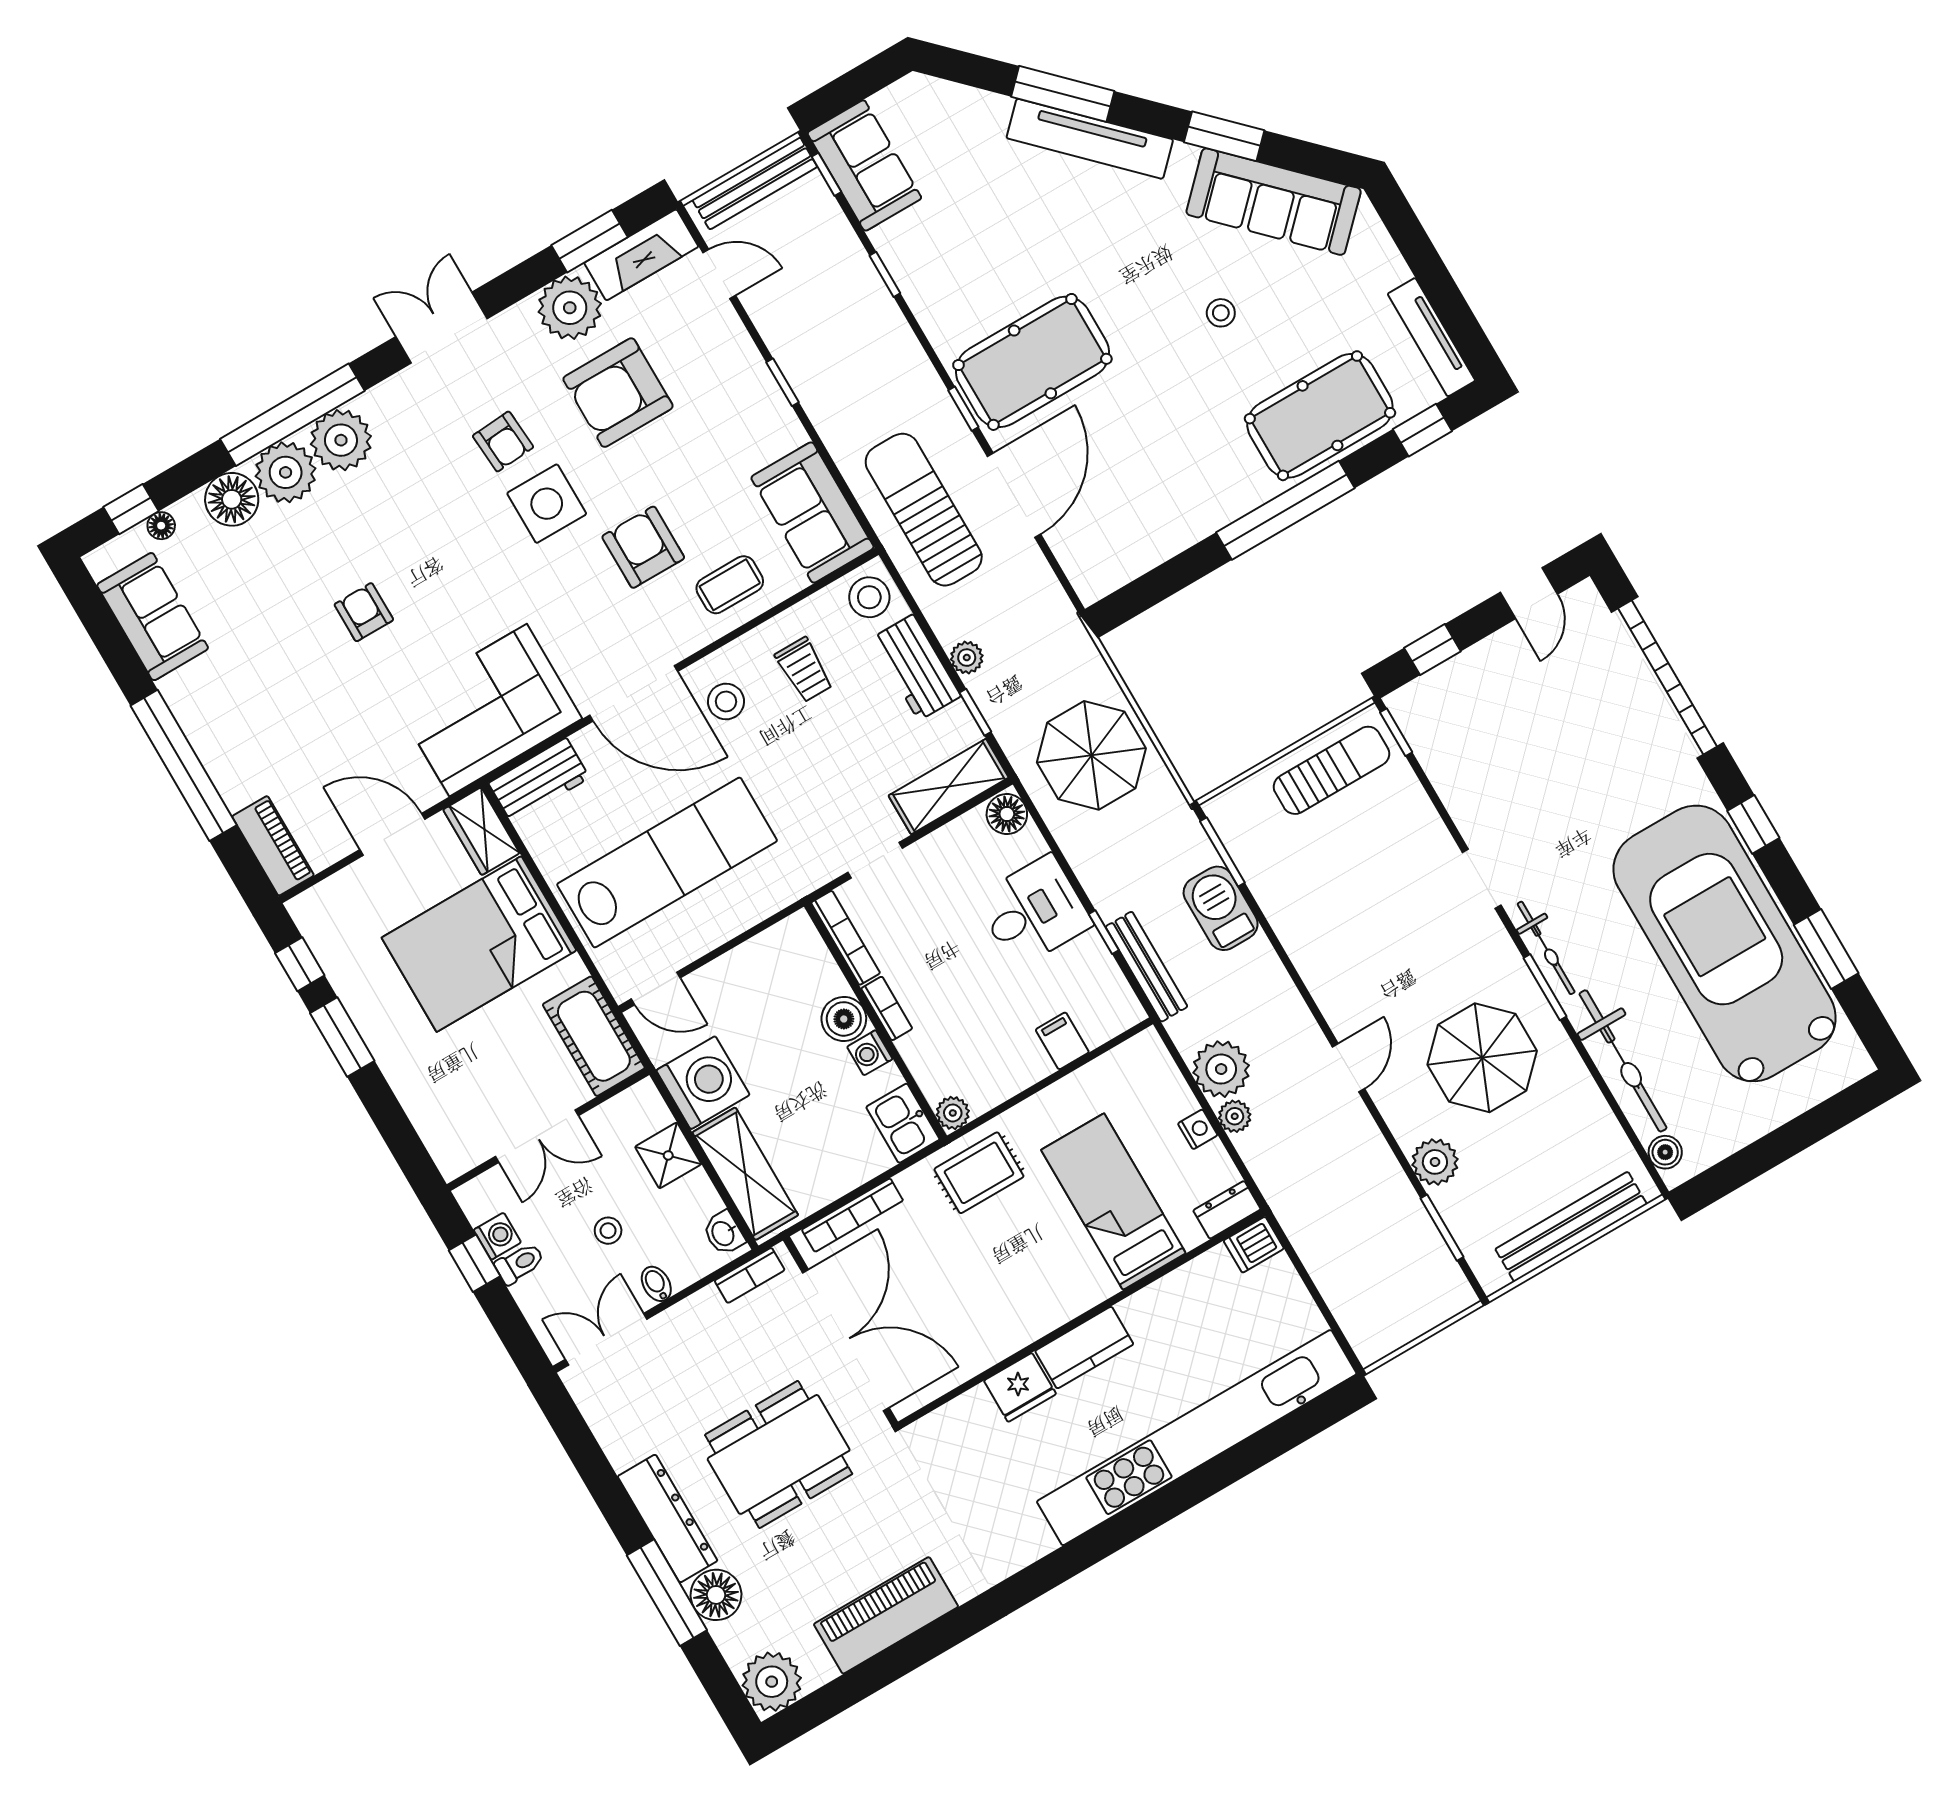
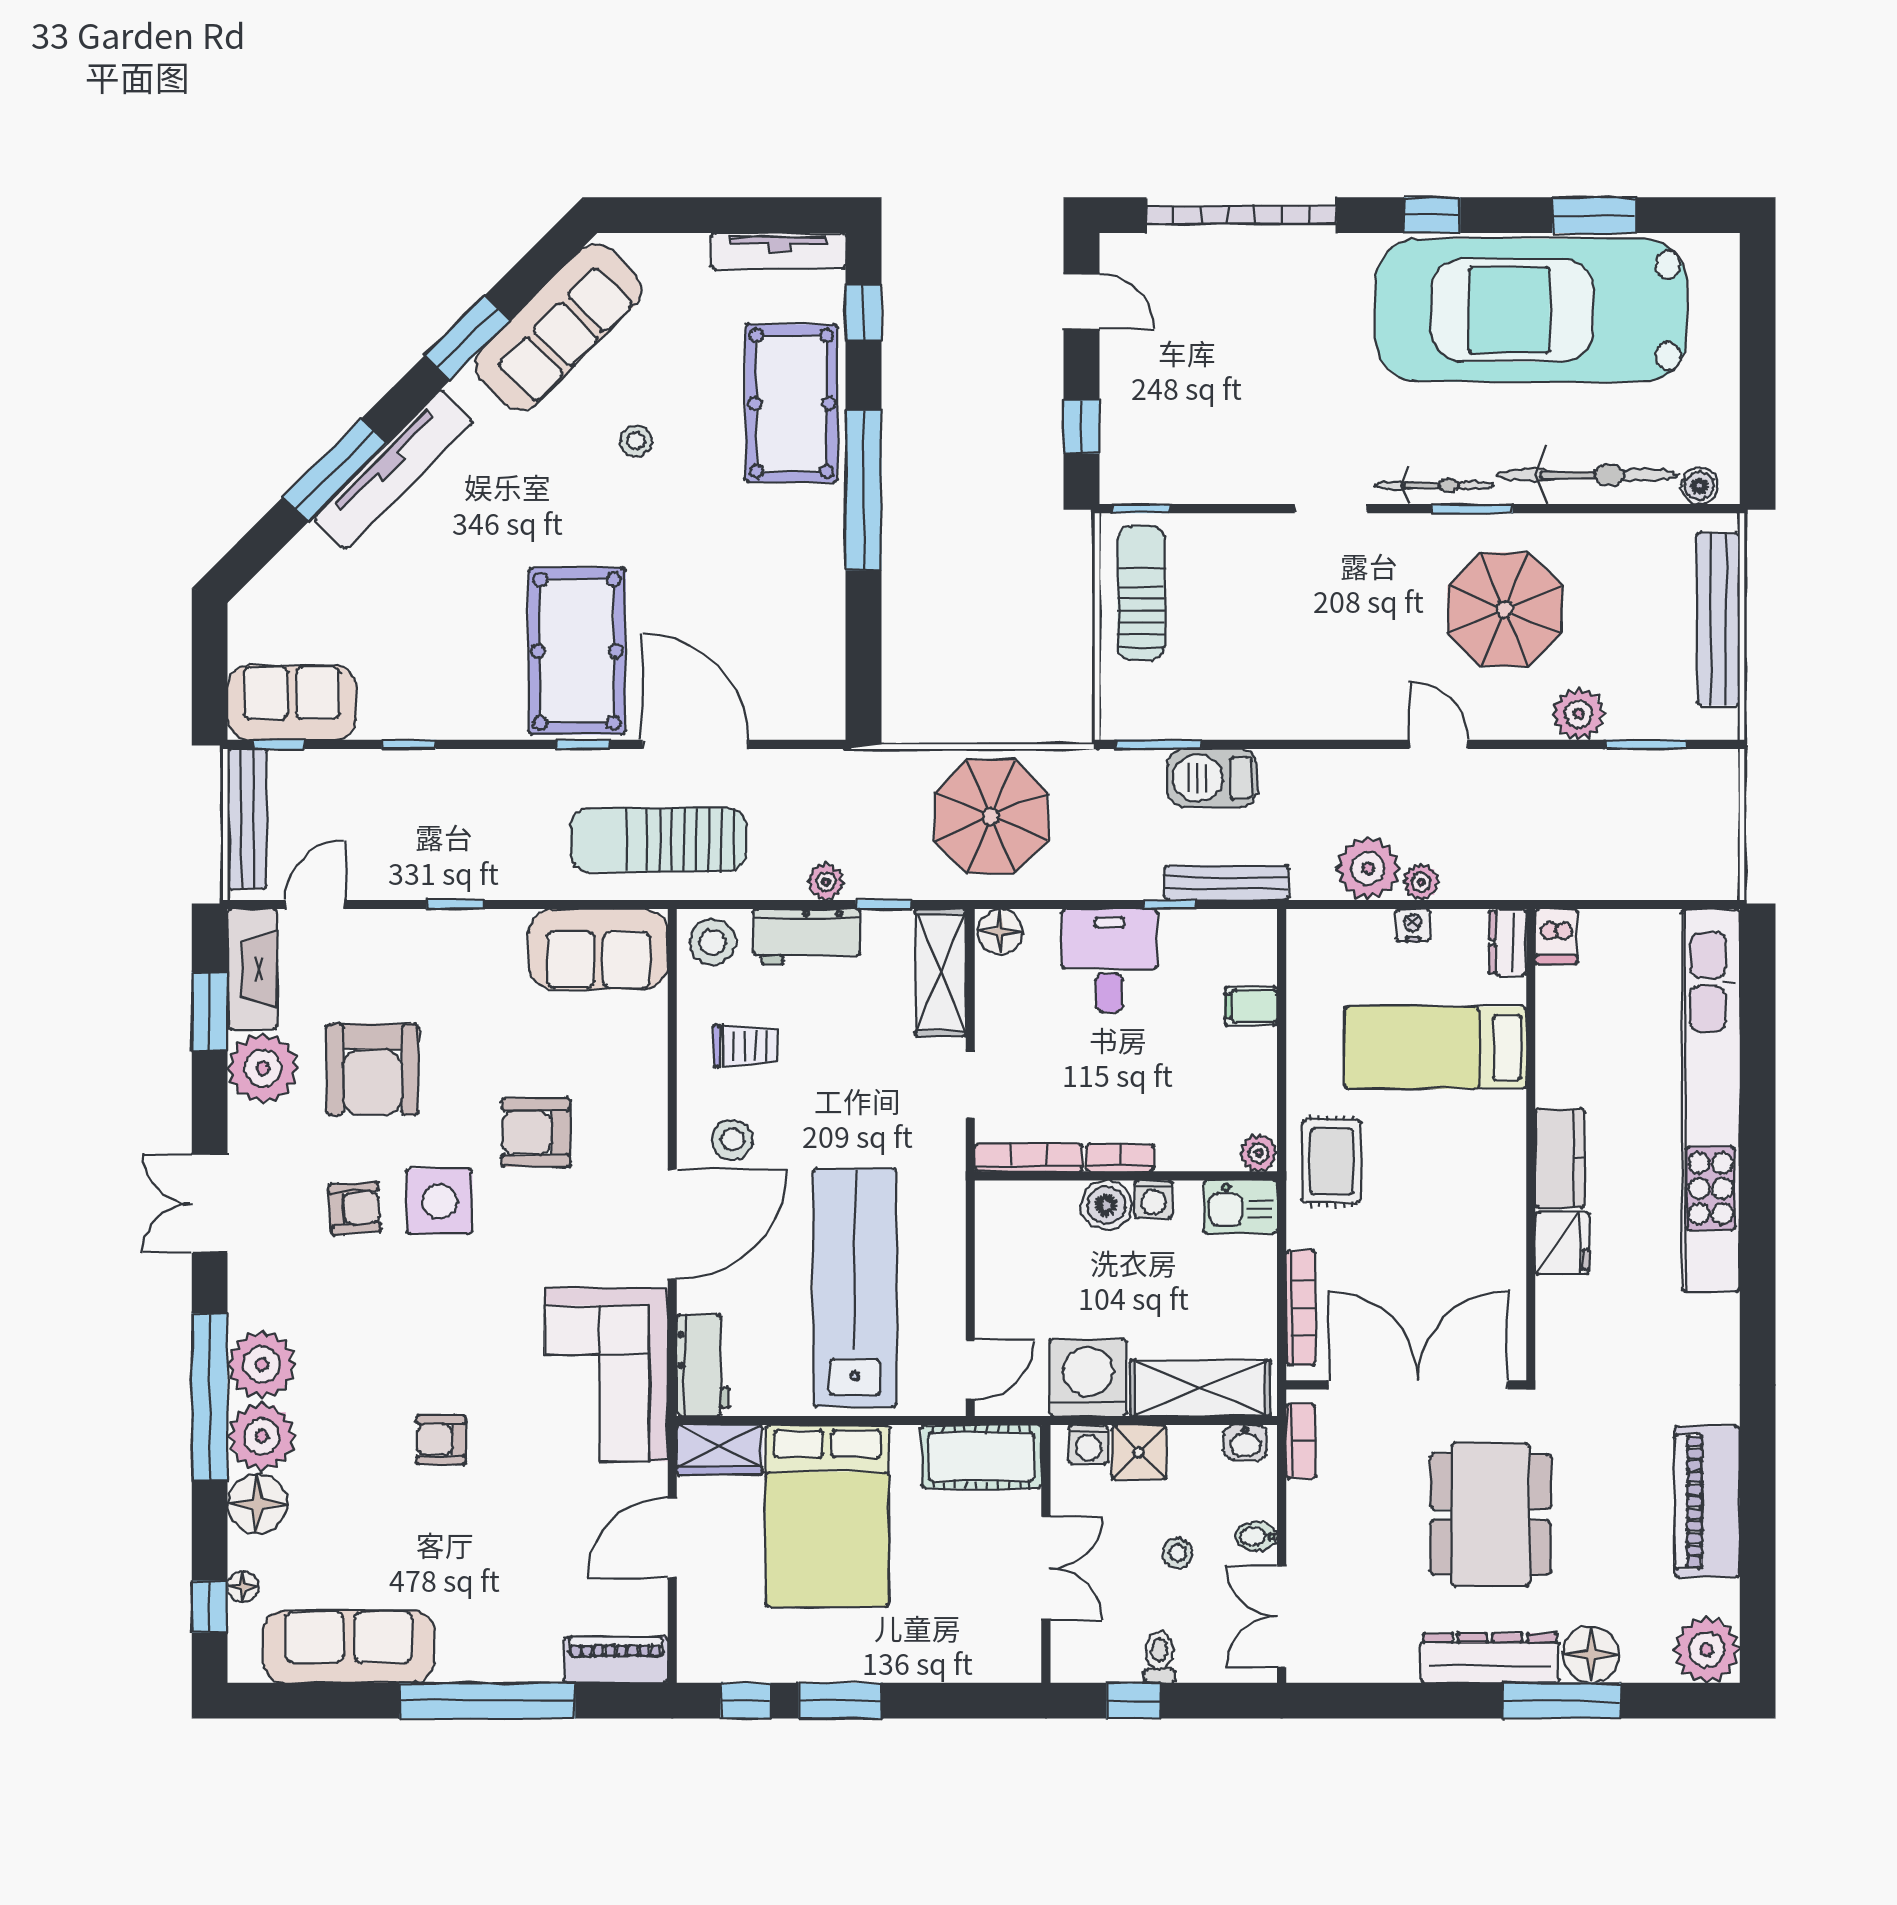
coffee table: (730, 585) -> (621, 1070), removed
sofa: (153, 617) -> (349, 1647), width x1.36
washing machine: (497, 1236) -> (1088, 1445), moved, turned 180

